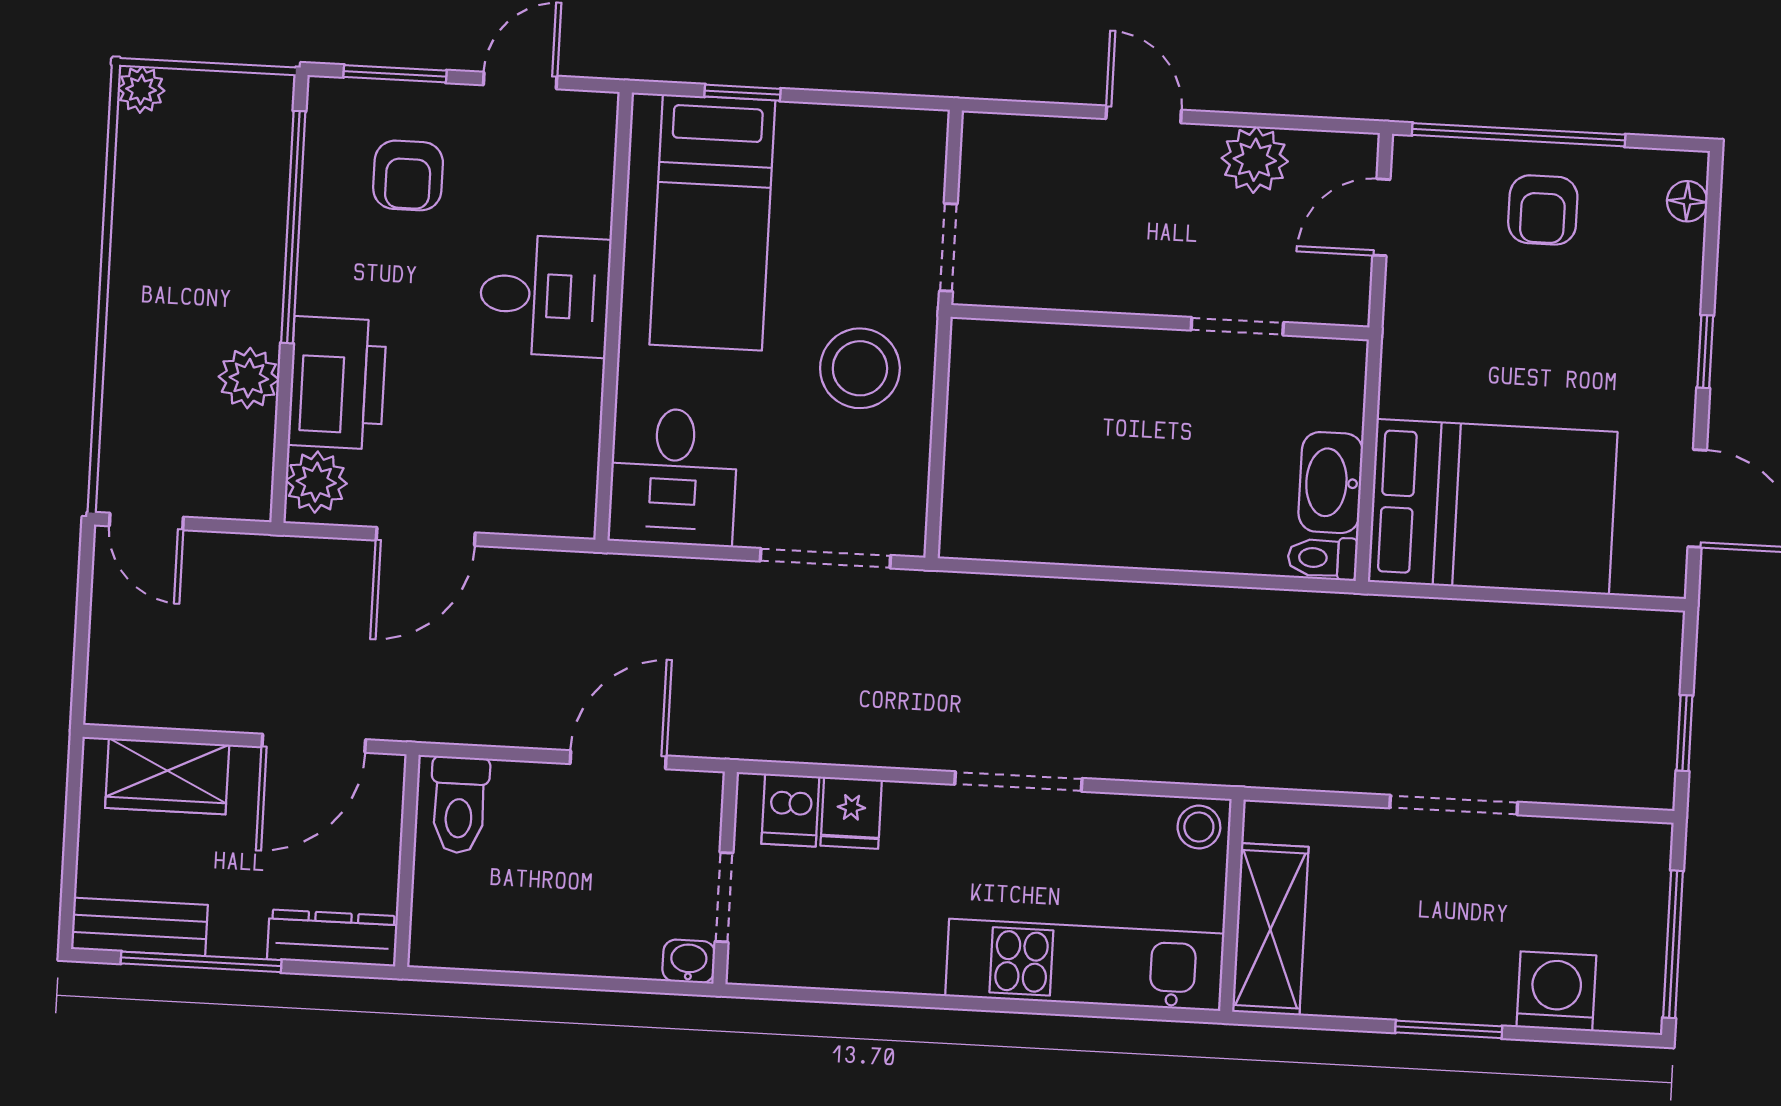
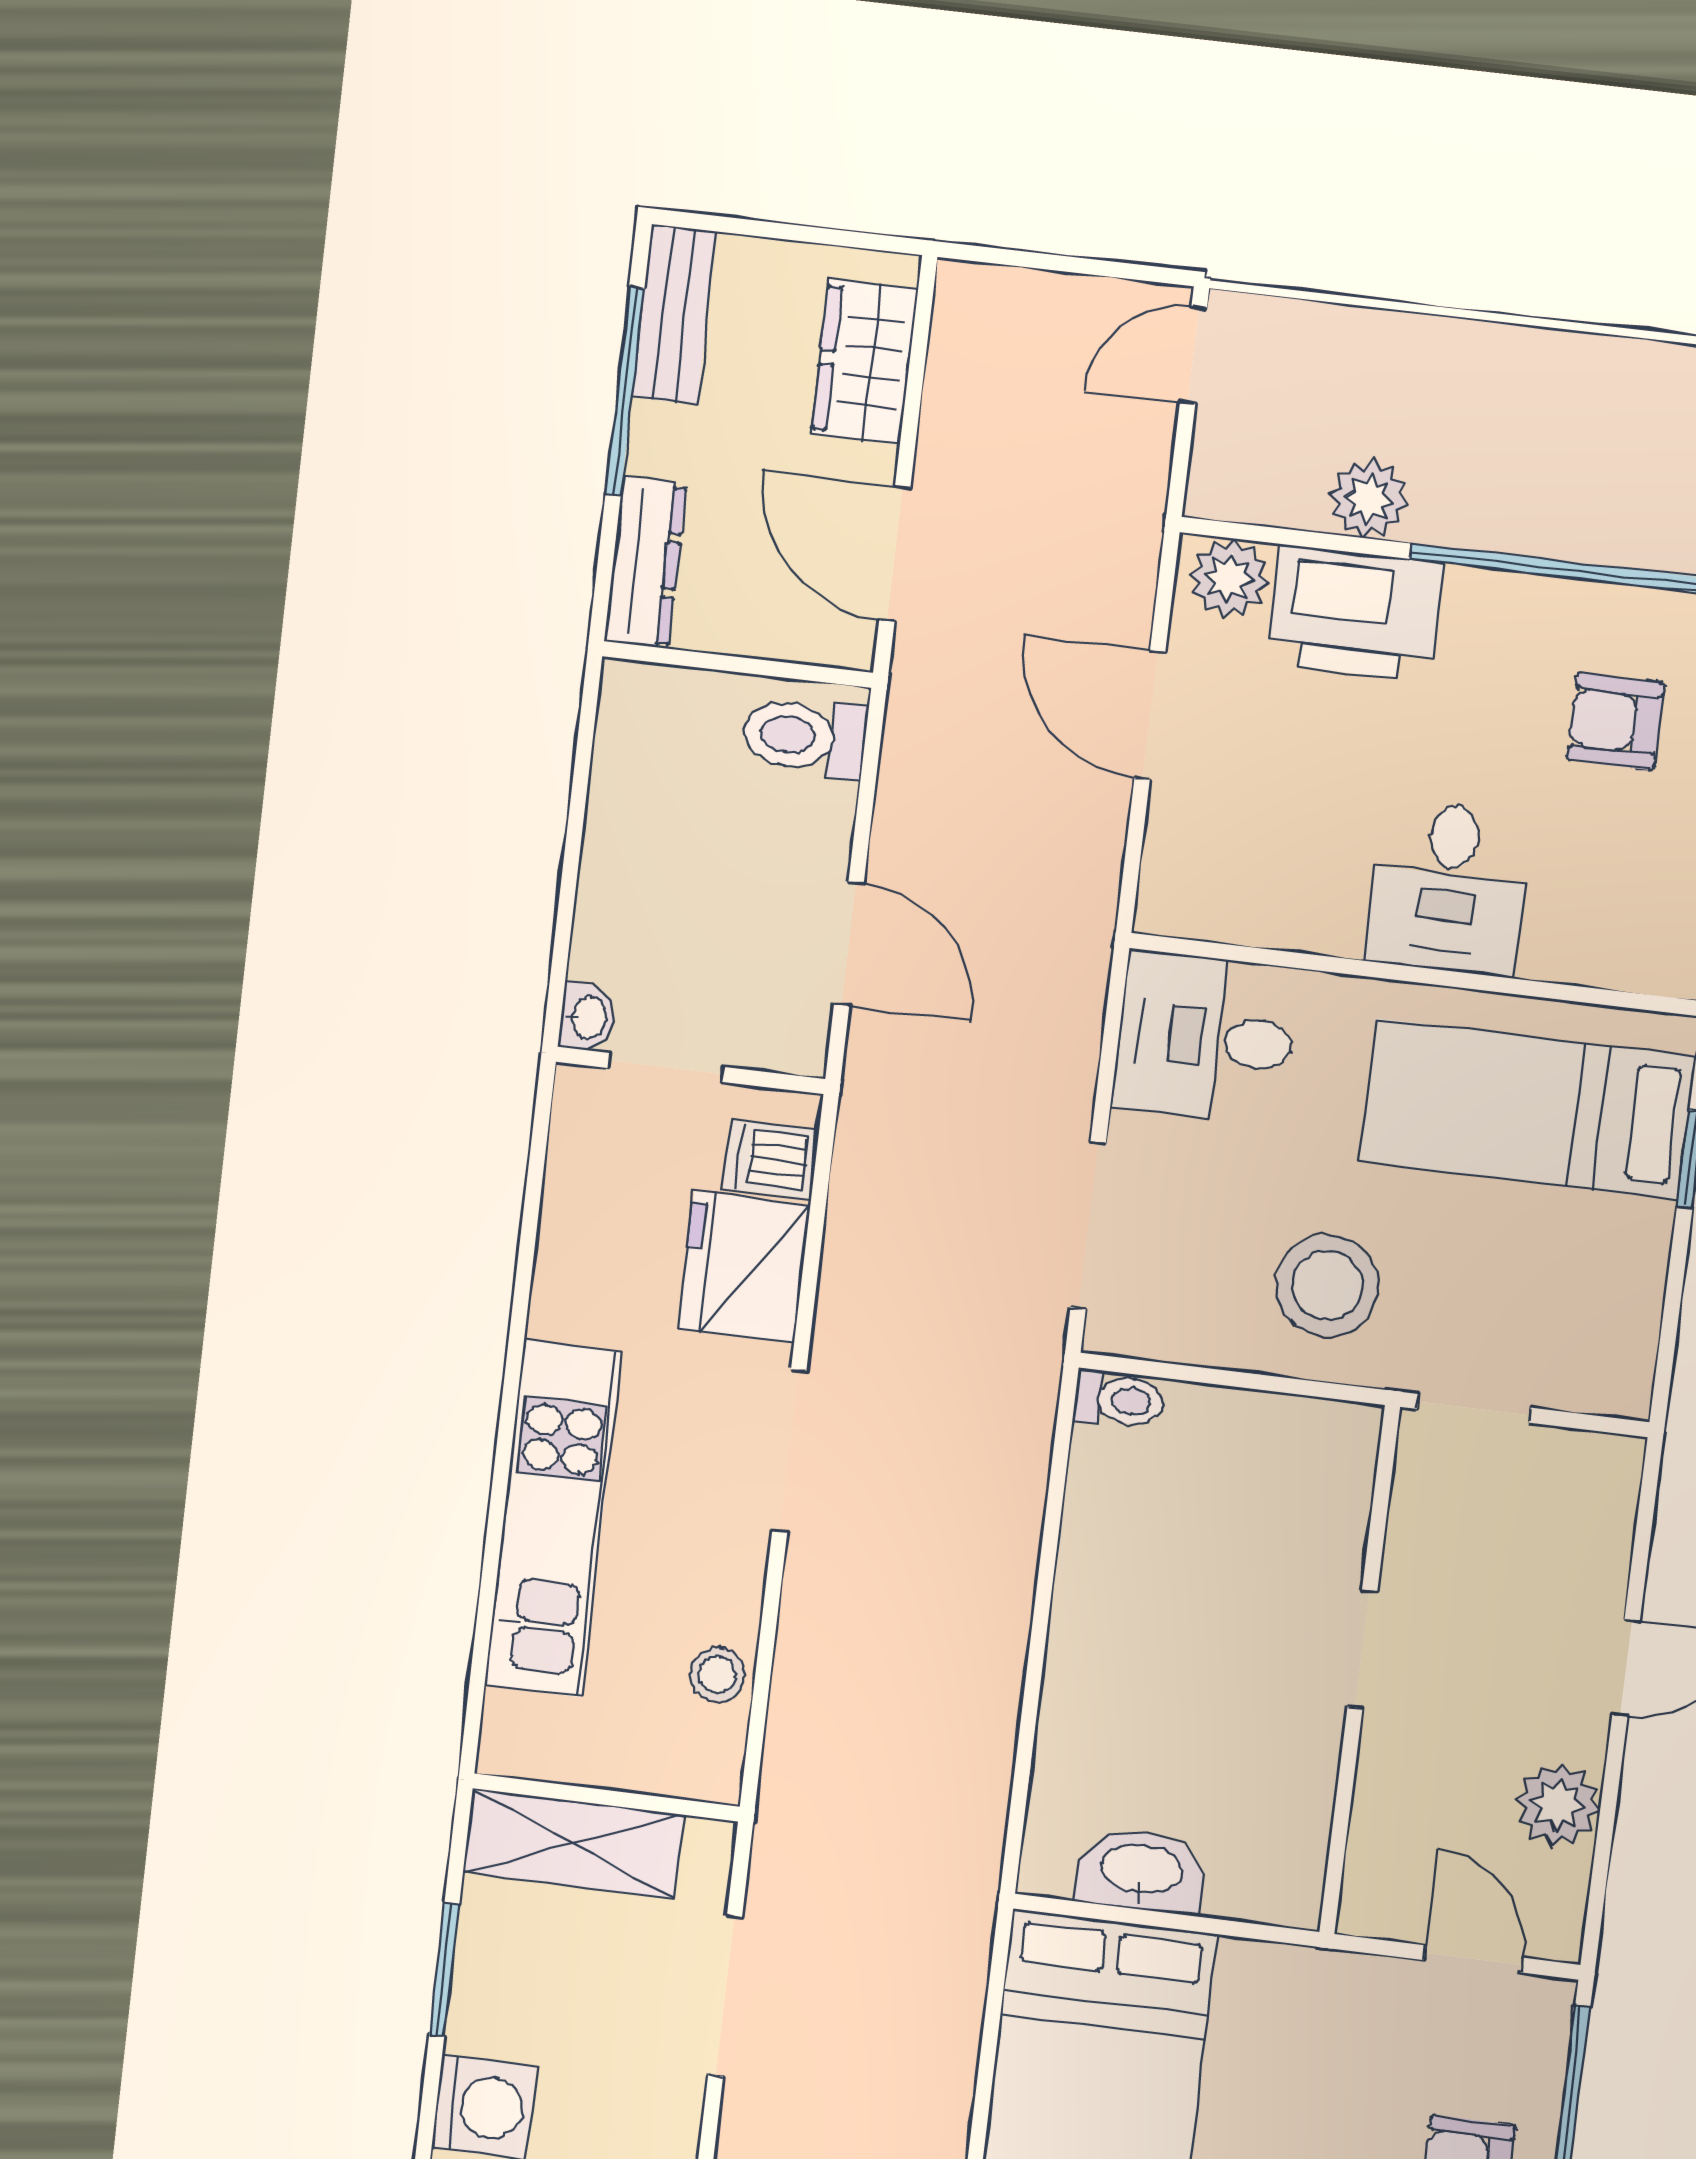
doorway: (1237, 326) -> (1362, 1649), moved
toilet: (1323, 558) -> (1119, 1400), moved, turned 90
fridge: (851, 813) -> (744, 1267), width x1.88, depth x1.34
wall: (1232, 905) -> (606, 1797), moved
shelving: (1270, 929) -> (573, 1843), moved

